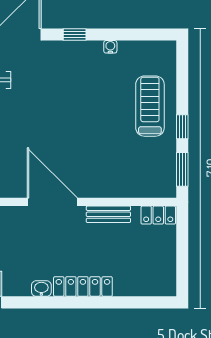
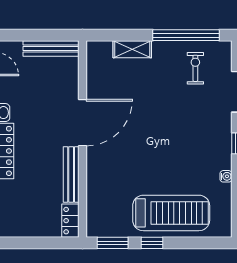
treadmill: (150, 106) -> (171, 213), width x1.37, depth x1.38
bench: (108, 214) -> (71, 175), width x1.36

